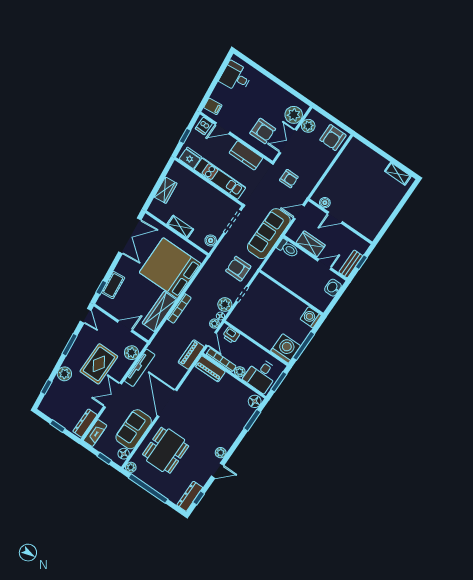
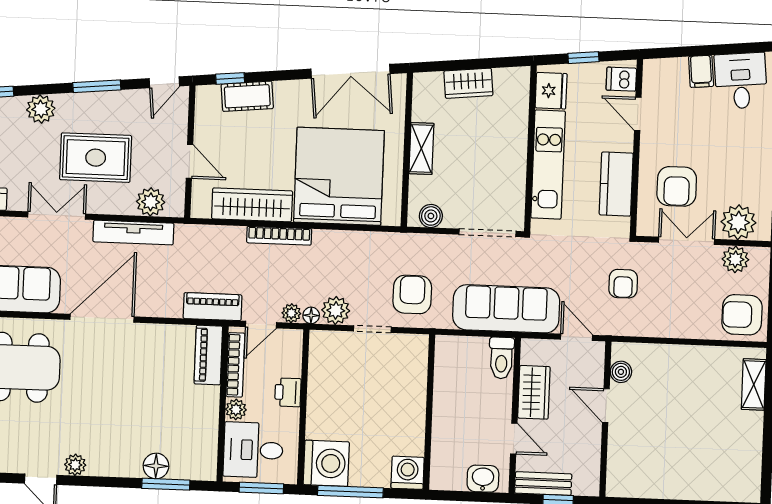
filing cabinet: (213, 106) -> (701, 71), moved
shelving: (398, 174) -> (754, 384), moved
printer: (231, 335) -> (288, 392), moved
floor lamp: (255, 401) -> (156, 466), moved

